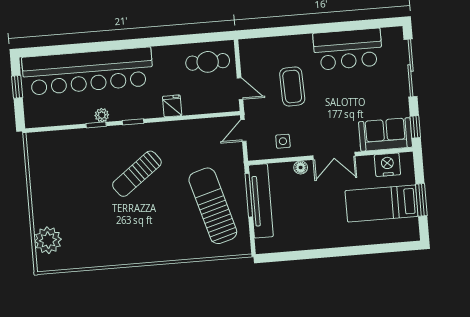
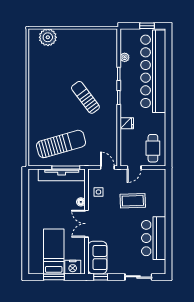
sliding door: (410, 68) -> (138, 277), width x0.73
plant: (102, 115) -> (125, 57), moved
nightstand: (387, 165) -> (73, 267), moved, turned 90

